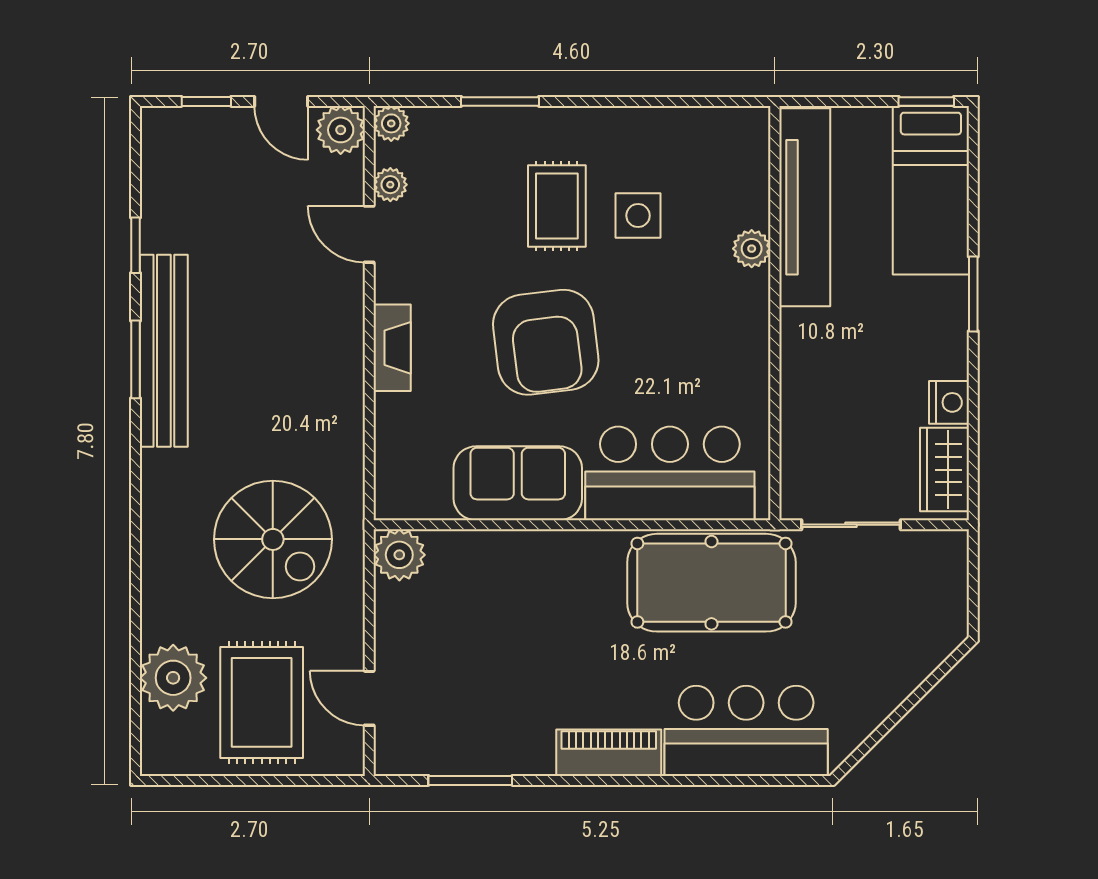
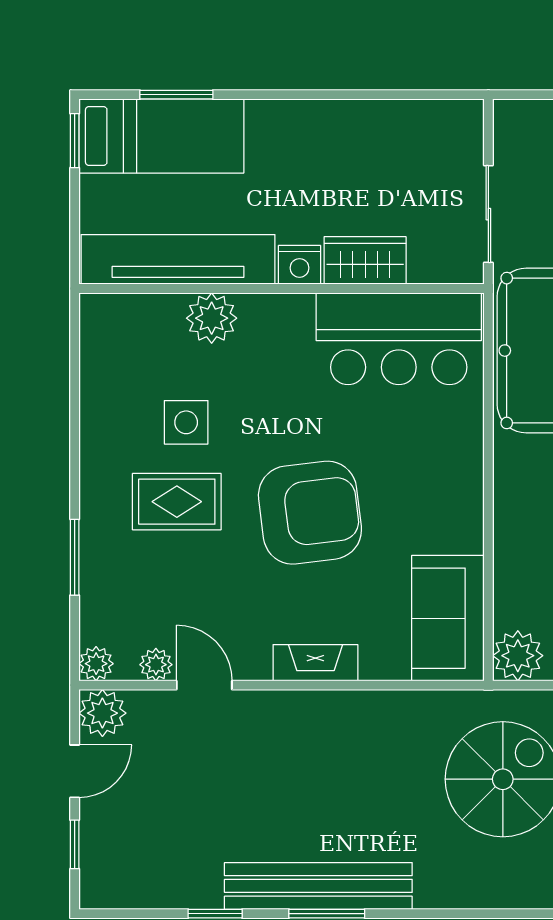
door: (369, 234) -> (204, 685), swing flipped
plant: (752, 249) -> (212, 318), width x1.38, depth x1.38
window: (973, 294) -> (176, 95), moved
nightstand: (949, 402) -> (300, 265), moved, turned 180
wardrobe: (945, 470) -> (365, 260), moved, turned 180
bar counter: (670, 473) -> (399, 339), moved, turned -90
sofa: (518, 483) -> (448, 618), moved

